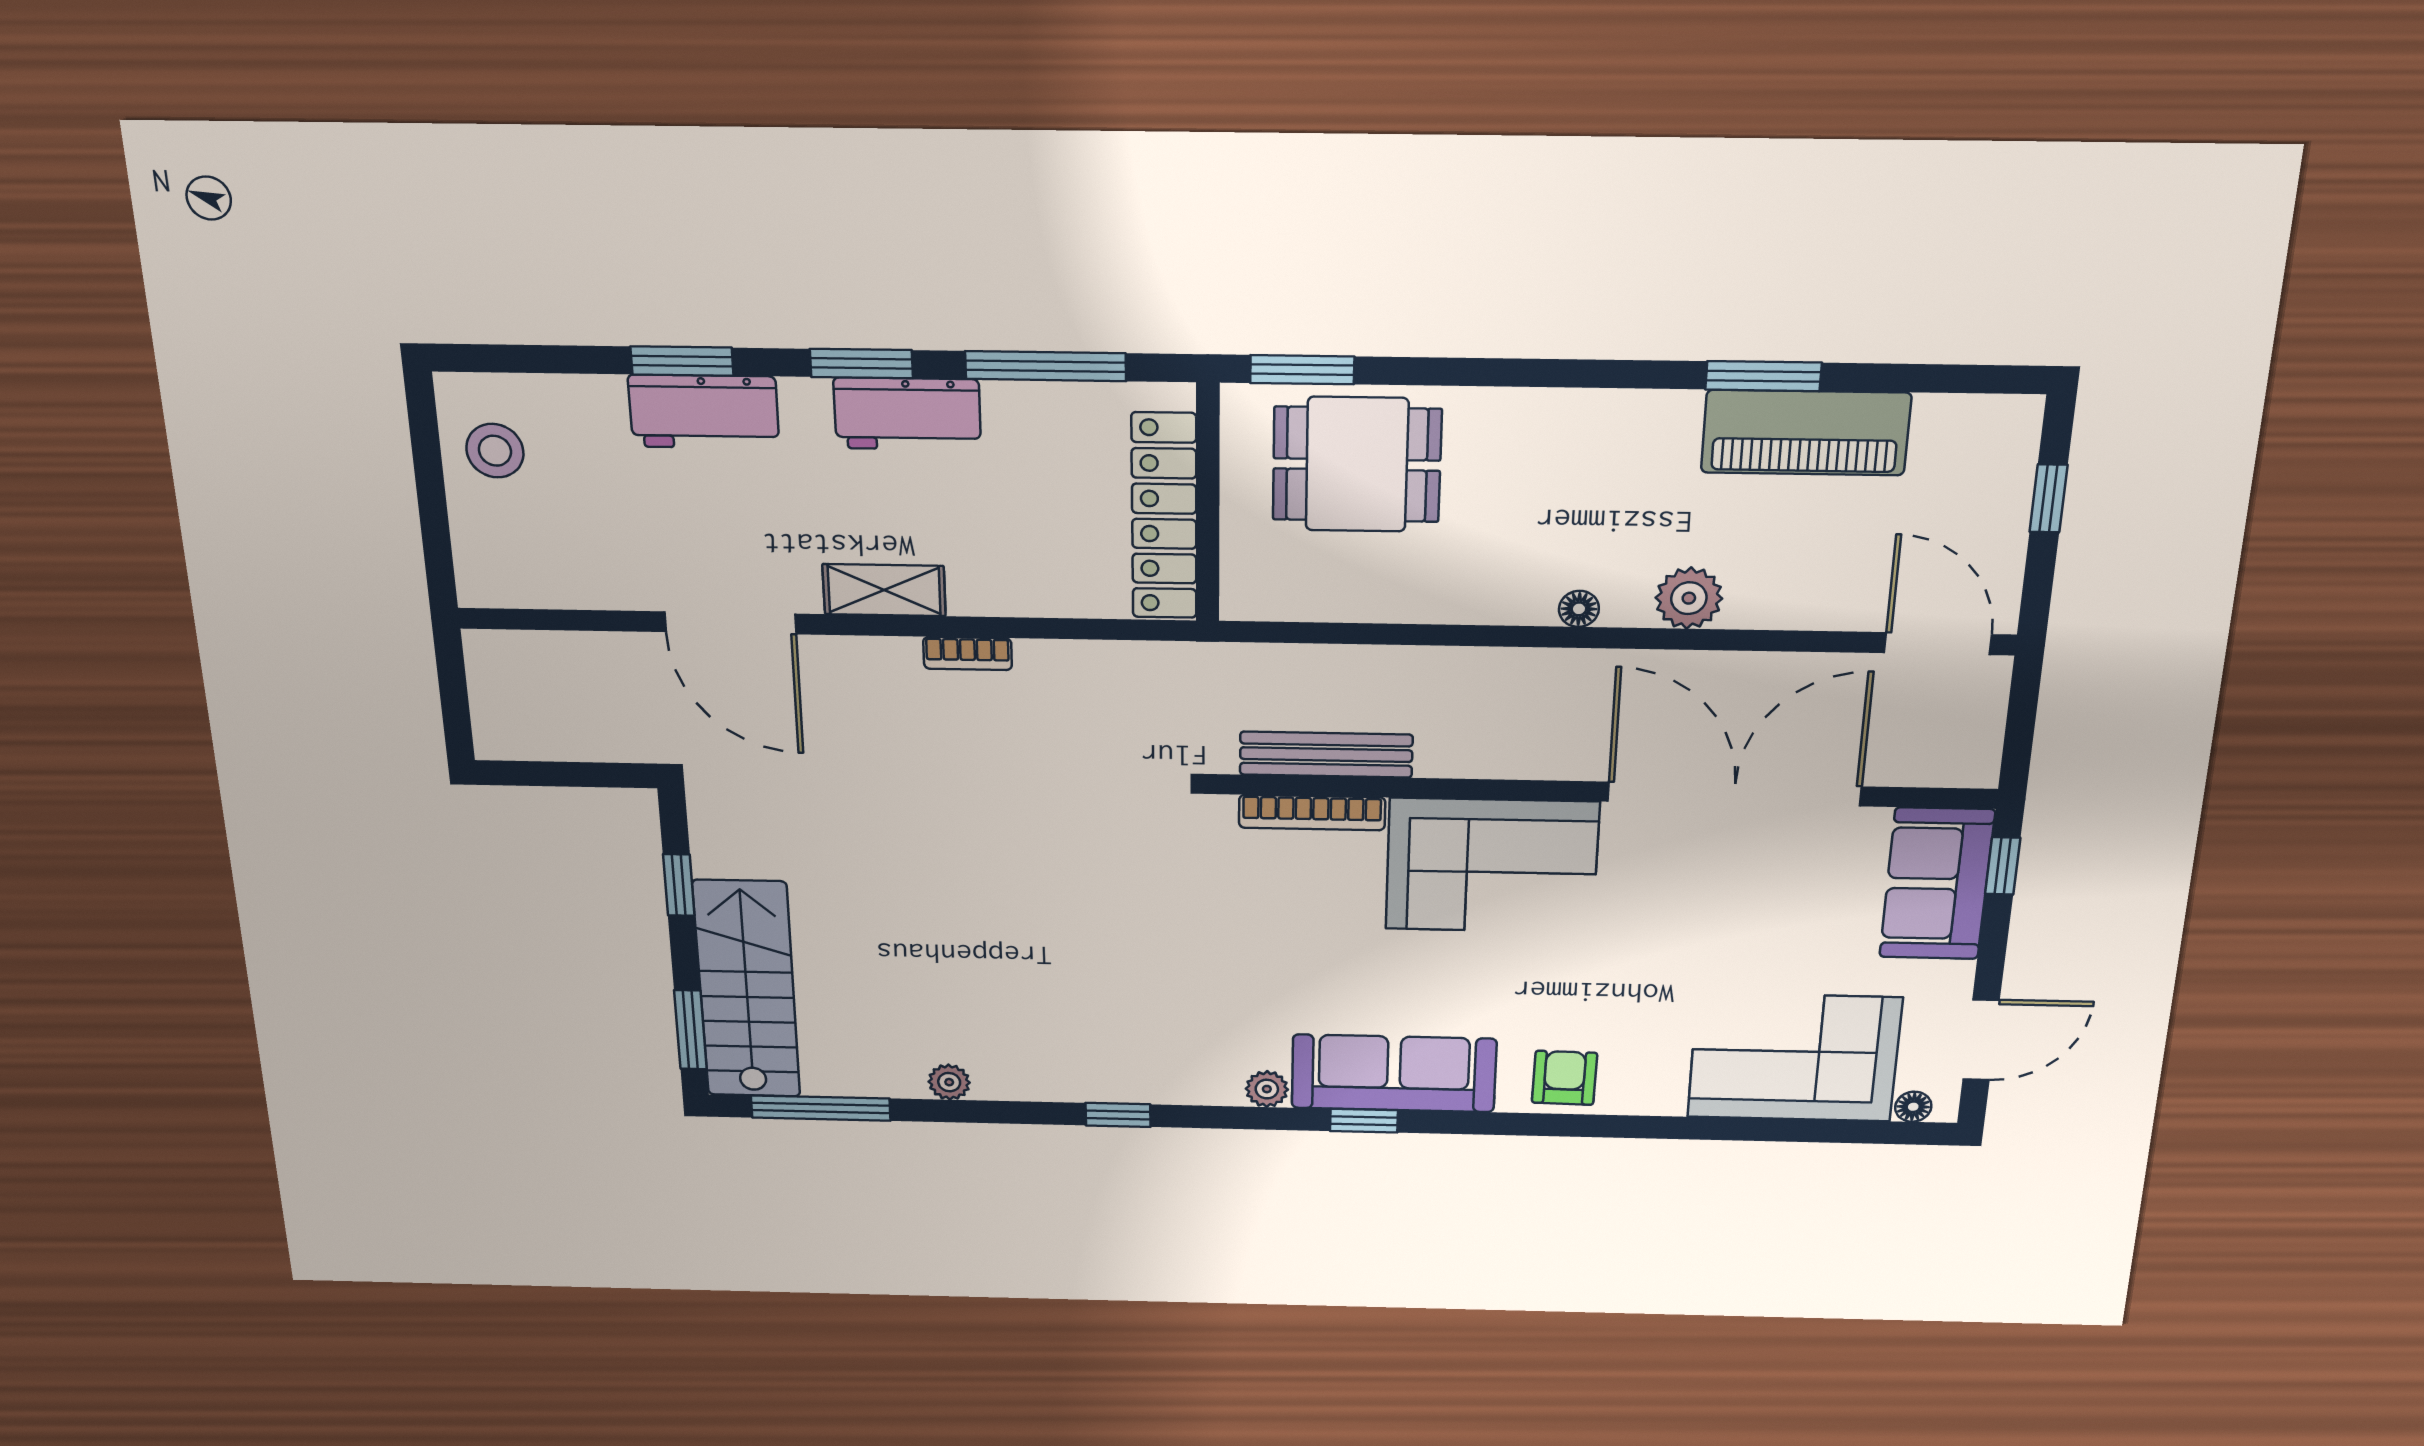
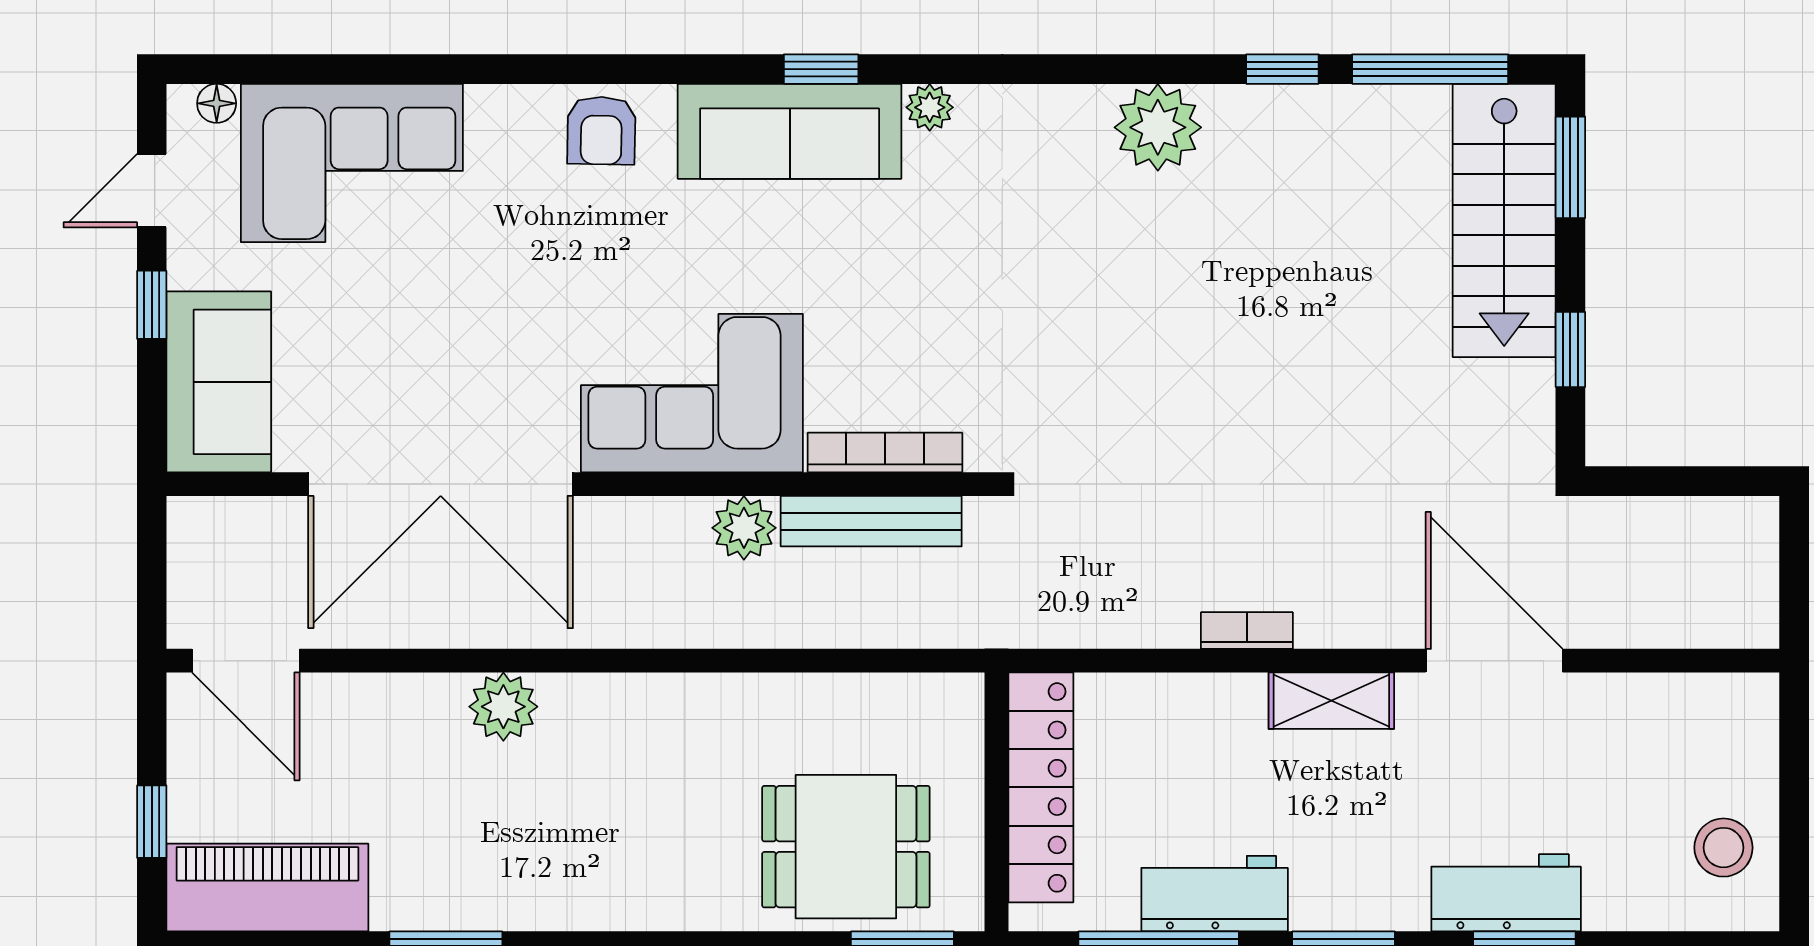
workbench: (907, 414) -> (1215, 894), moved
piano: (1806, 433) -> (267, 888), moved
floor lamp: (1579, 609) -> (615, 693), removed
plant: (1447, 751) -> (744, 528), added
window: (2003, 866) -> (152, 305), moved
door: (1981, 1040) -> (152, 191), width x0.73
plant: (949, 1082) -> (1158, 127), moved, width x1.88, depth x1.88
window: (1118, 1115) -> (1282, 69), moved

